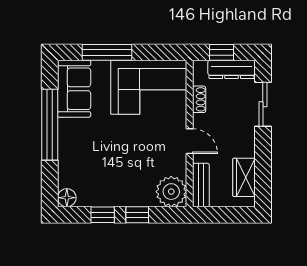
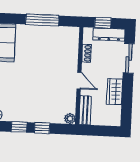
window: (107, 52) -> (42, 20), moved
corner sofa: (149, 87) -> (54, 44), removed
wardrobe: (244, 177) -> (115, 92), moved
plant: (171, 192) -> (70, 119), width x0.53, depth x0.53

